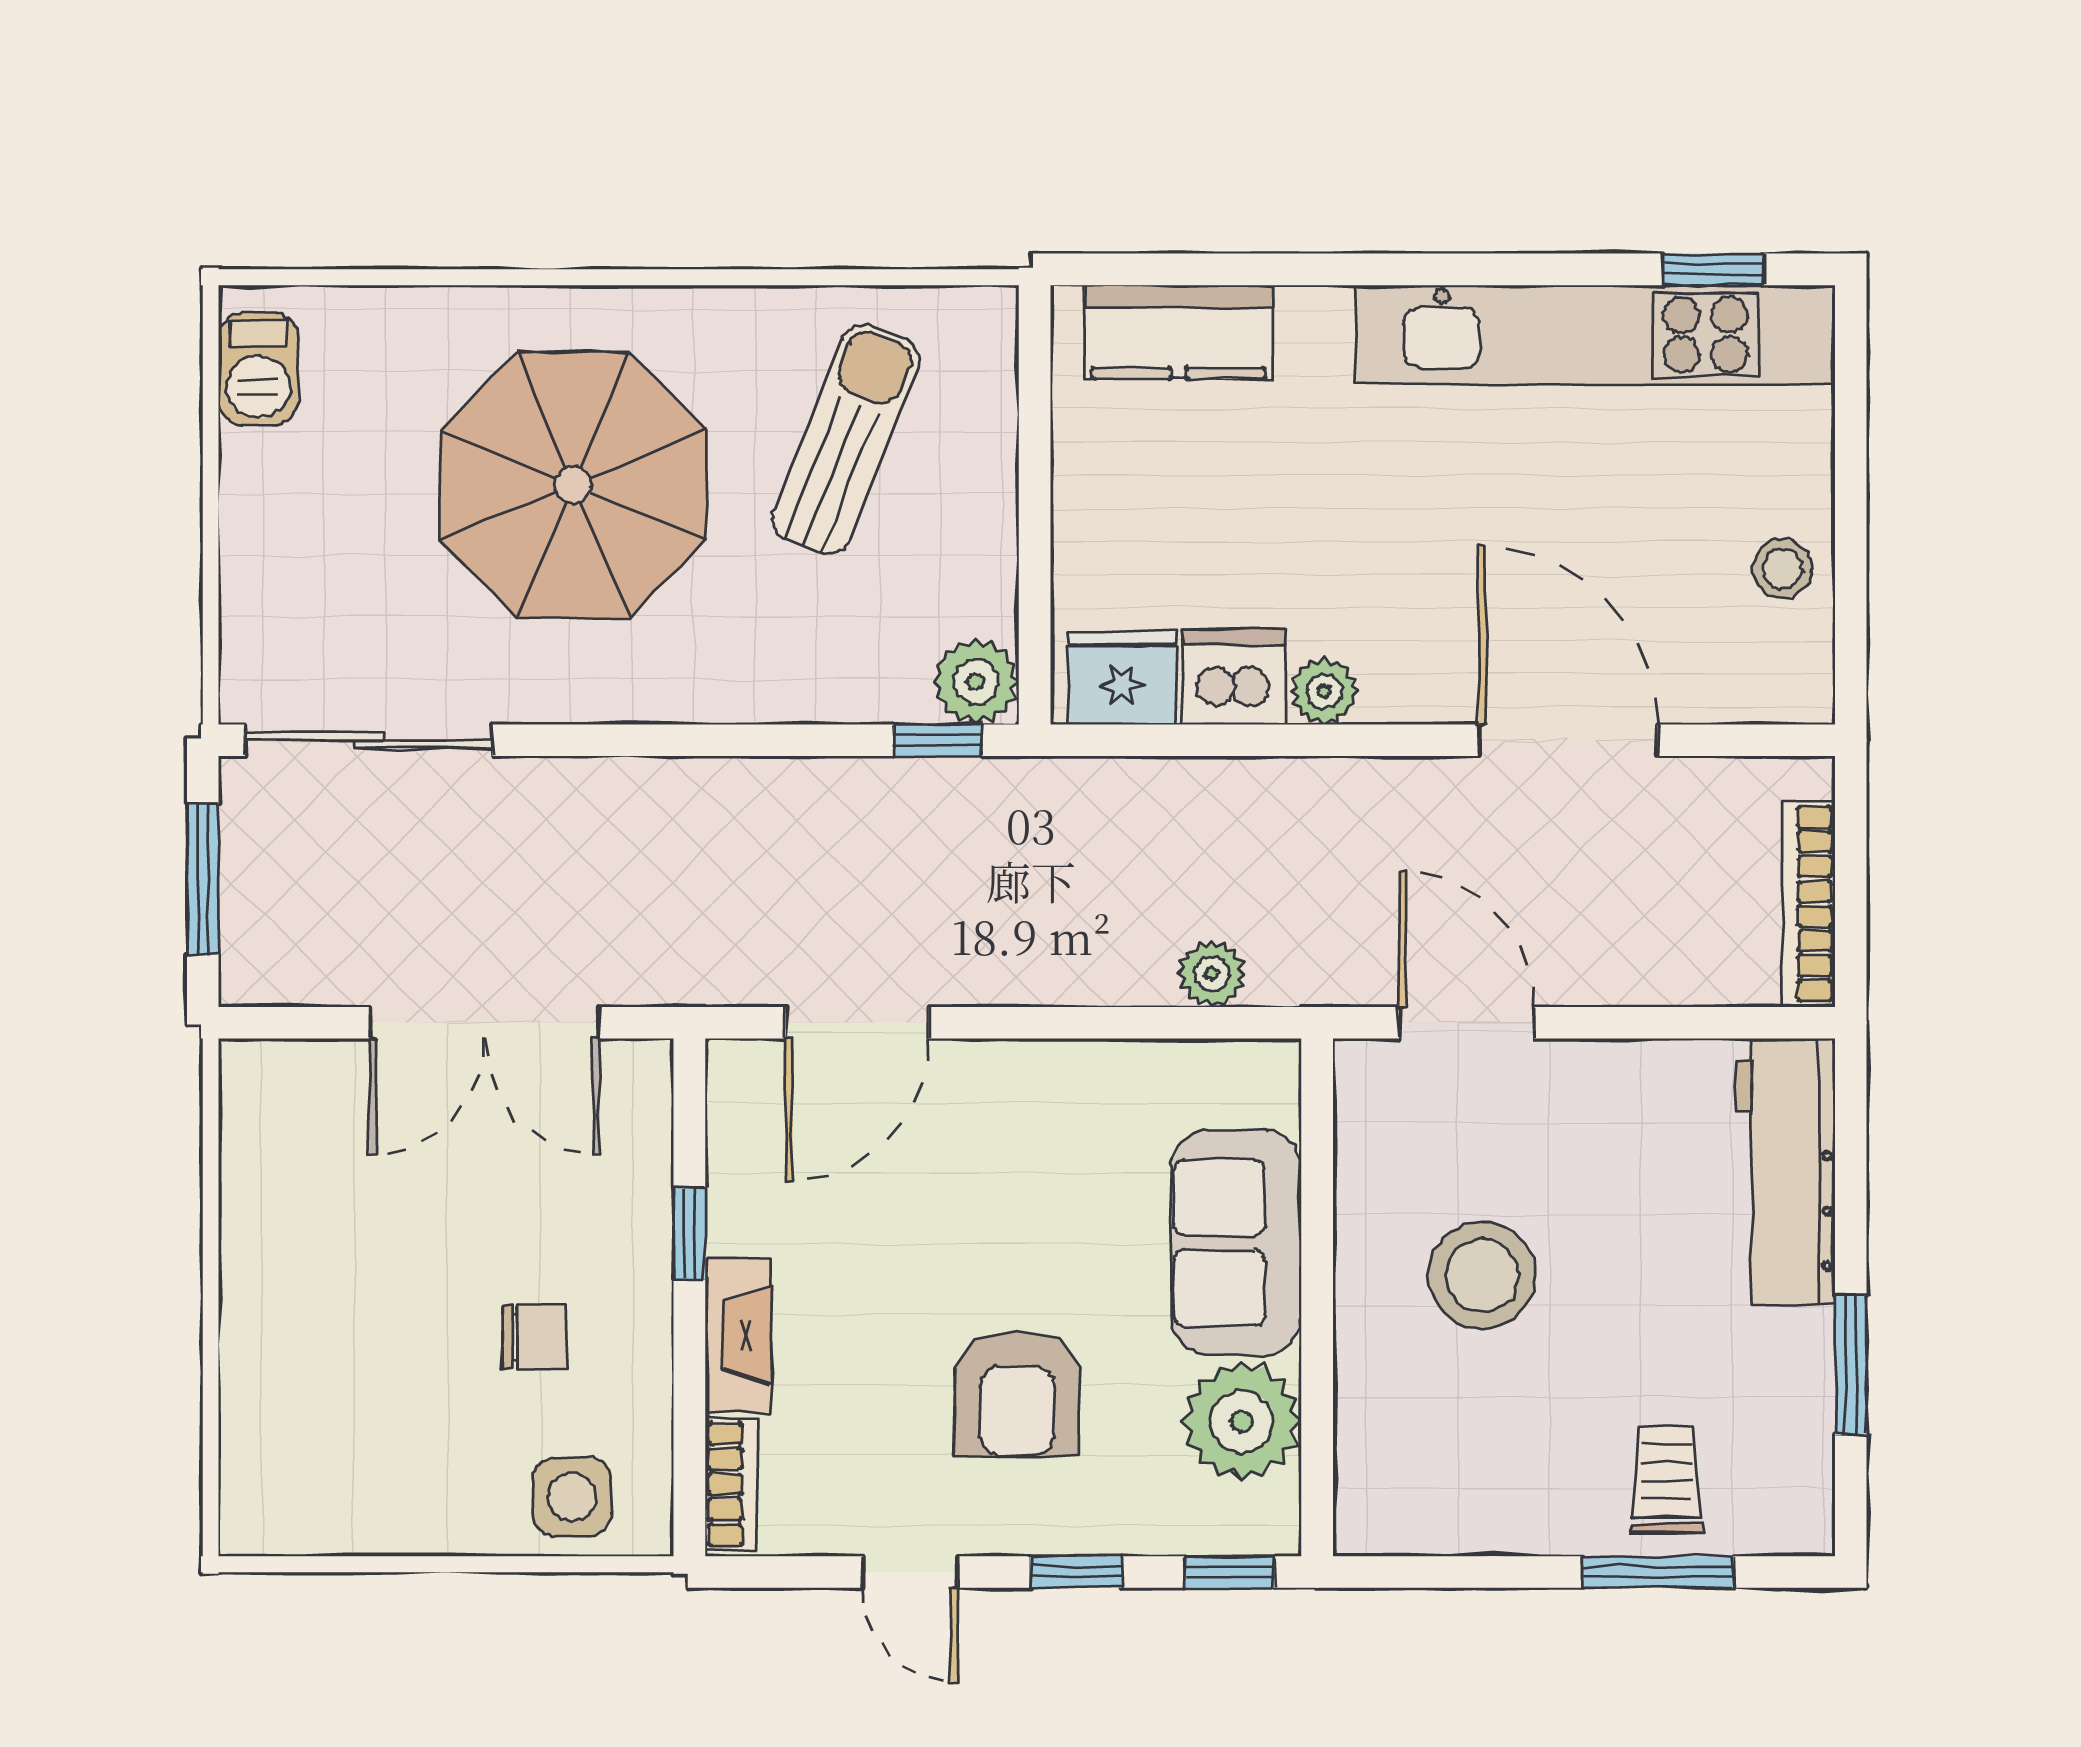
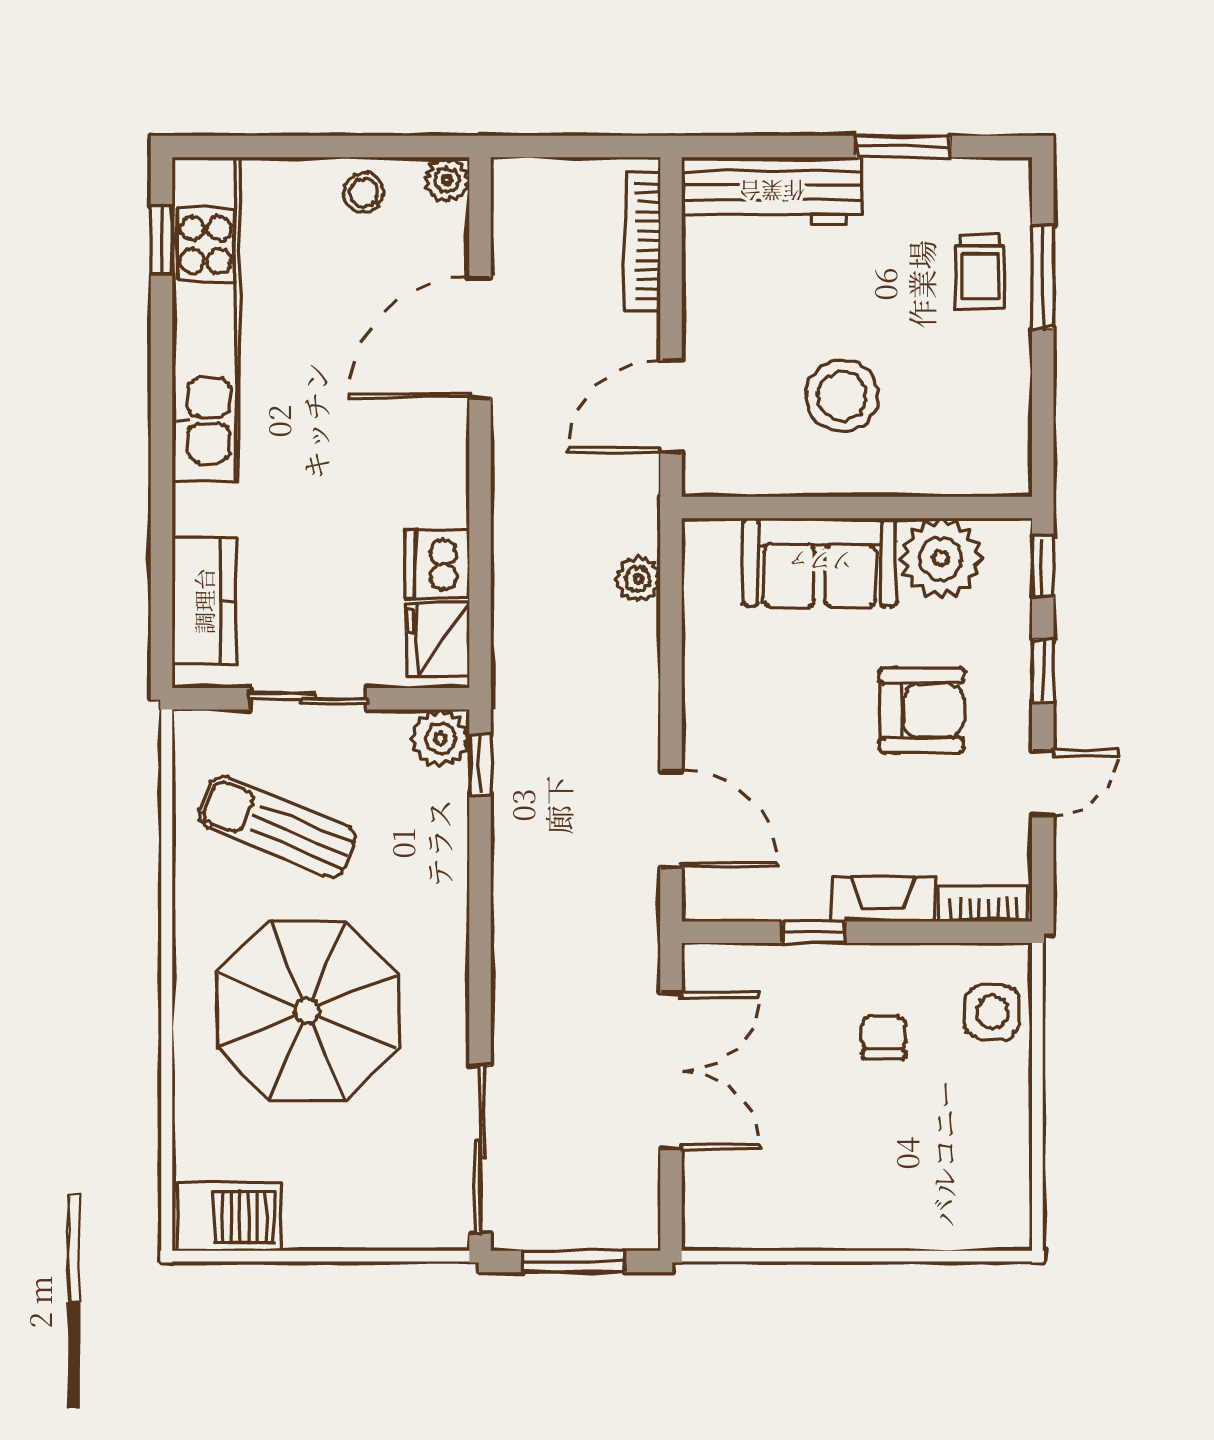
barbecue: (258, 369) -> (229, 1217), width x1.38, depth x1.27
sliding door: (1035, 486) -> (308, 699), added
plant: (1324, 691) -> (447, 180), moved
bookcase: (1809, 904) -> (643, 241), moved, turned 90
trolley: (1667, 1479) -> (980, 271), turned -90

